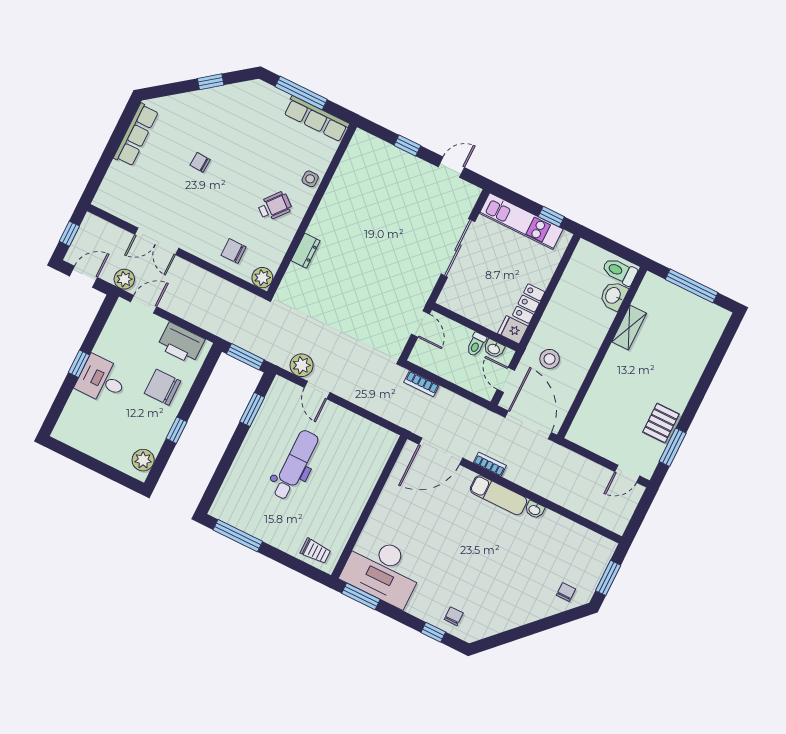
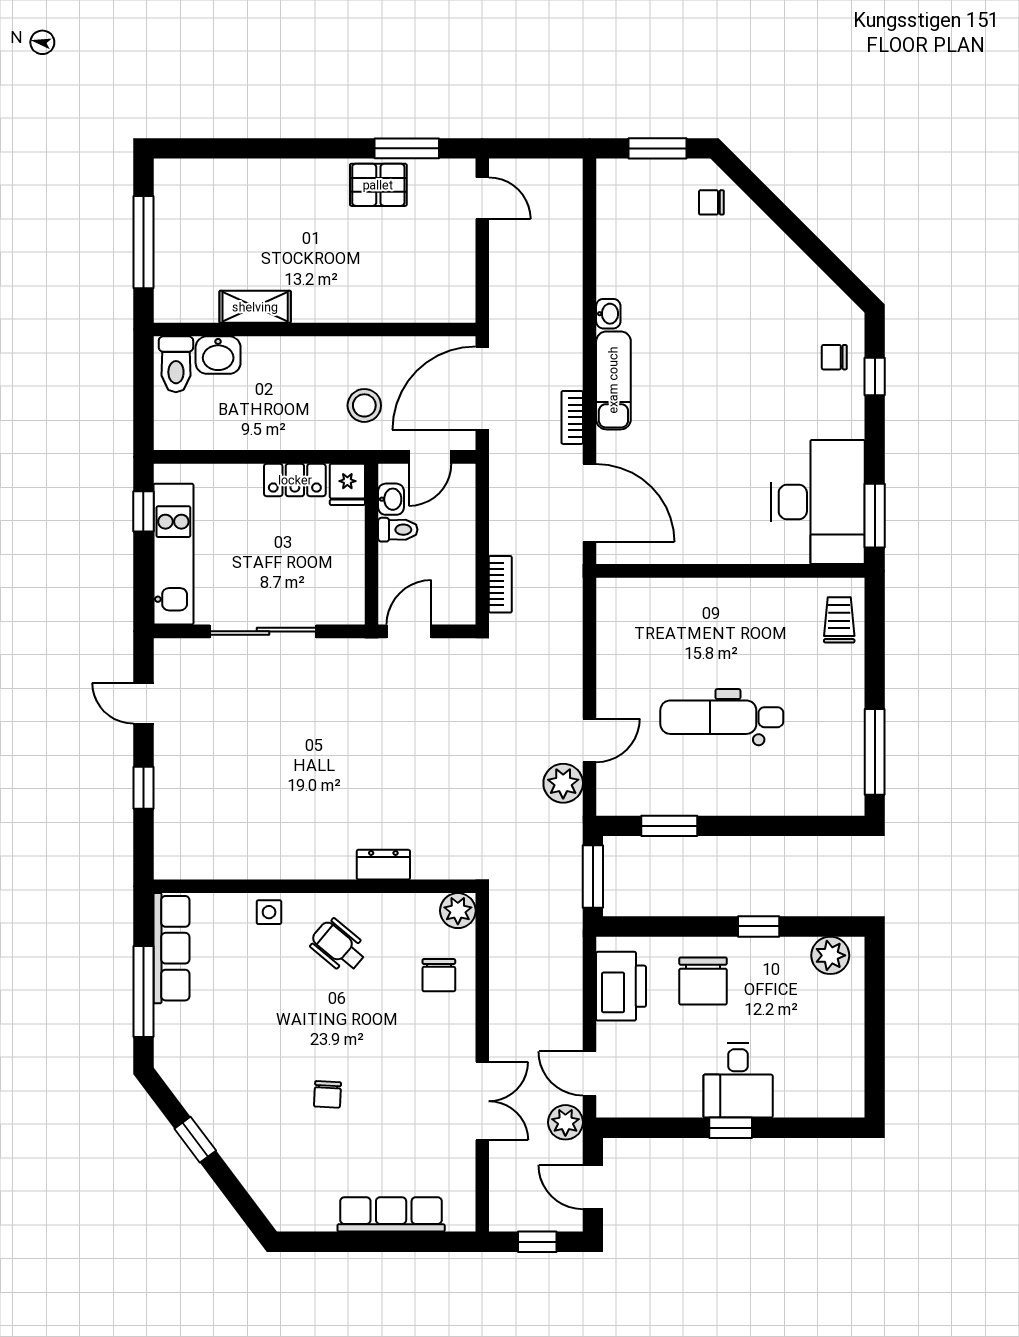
row of seats: (136, 135) -> (391, 1214), moved

